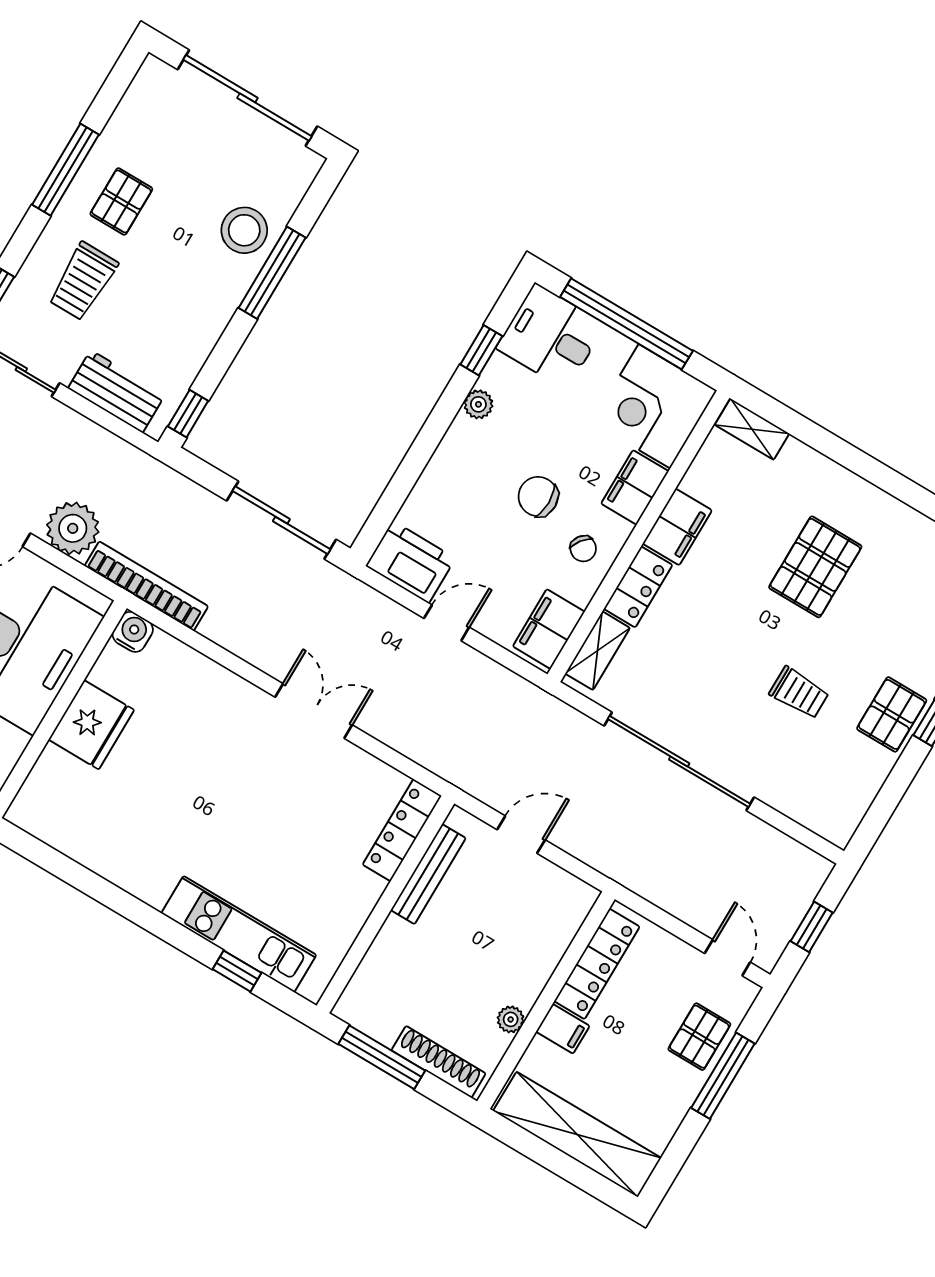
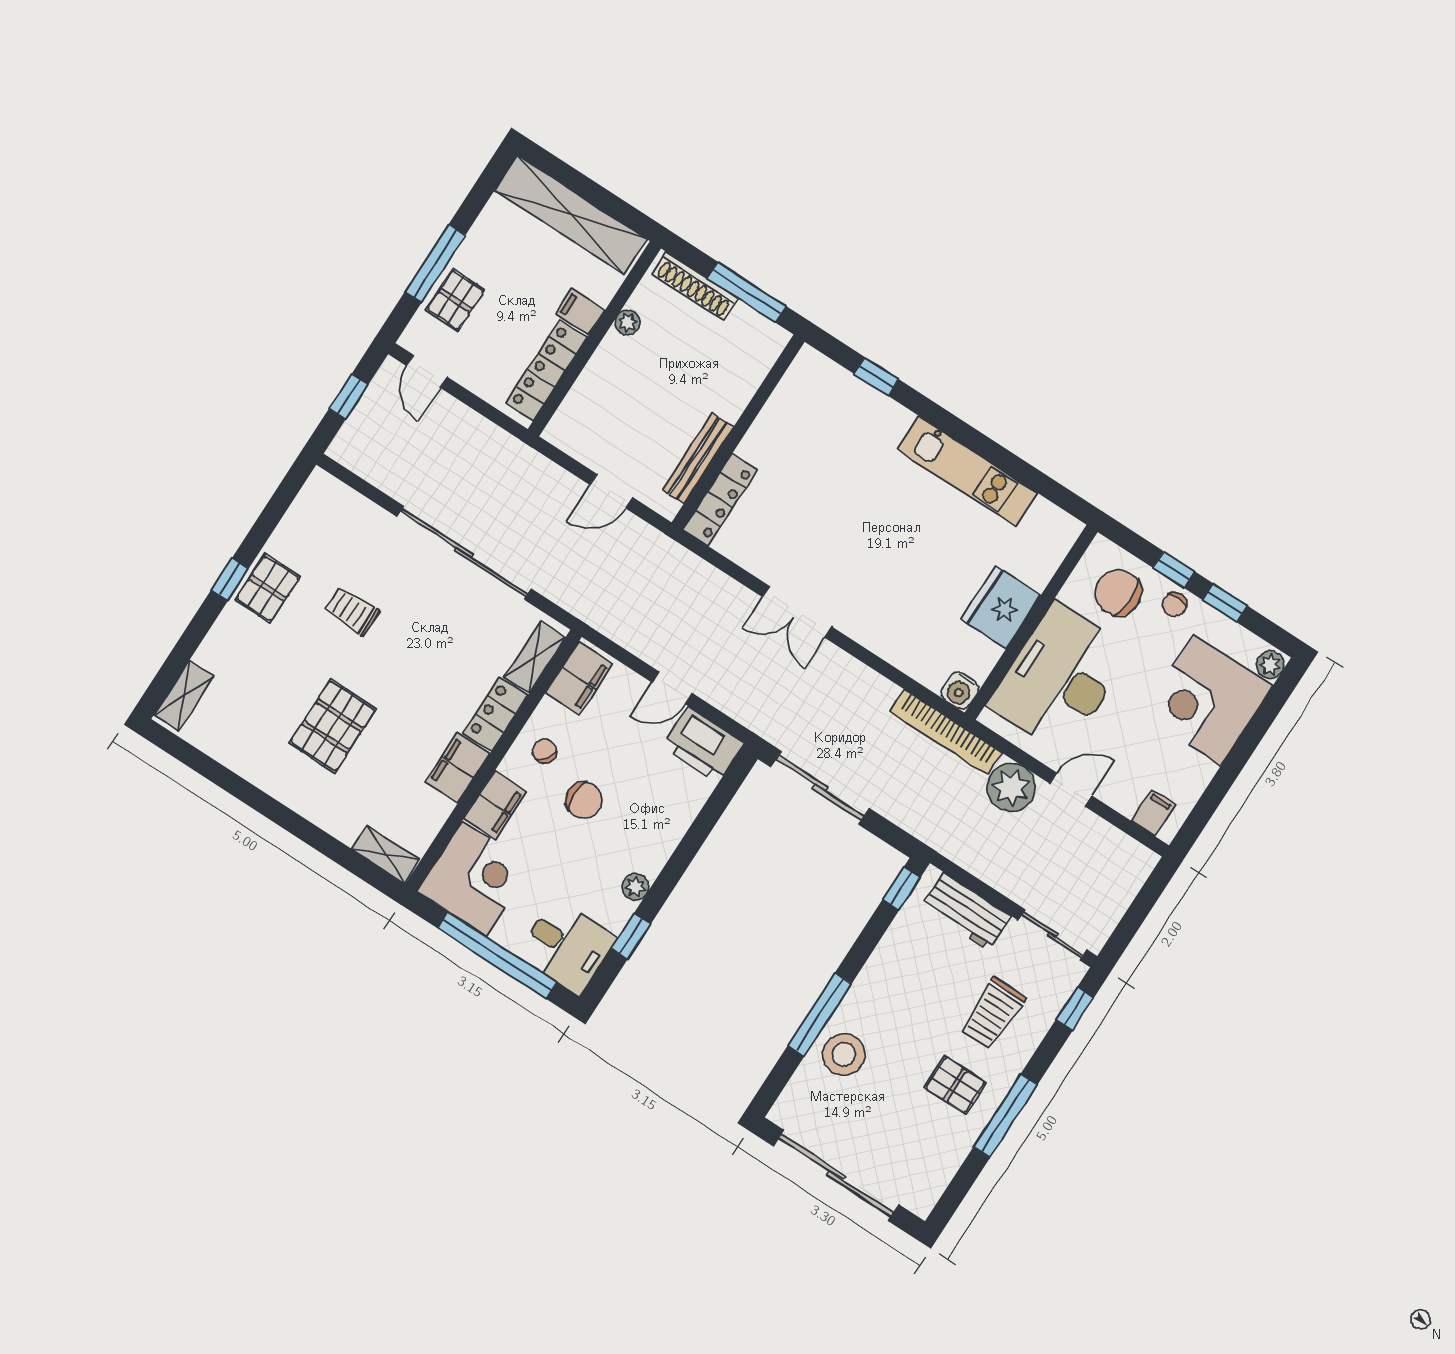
pallet: (121, 201) -> (955, 1085), turned 90
trolley: (83, 281) -> (993, 1013), turned 180
kitchen unit: (239, 934) -> (967, 471), moved

